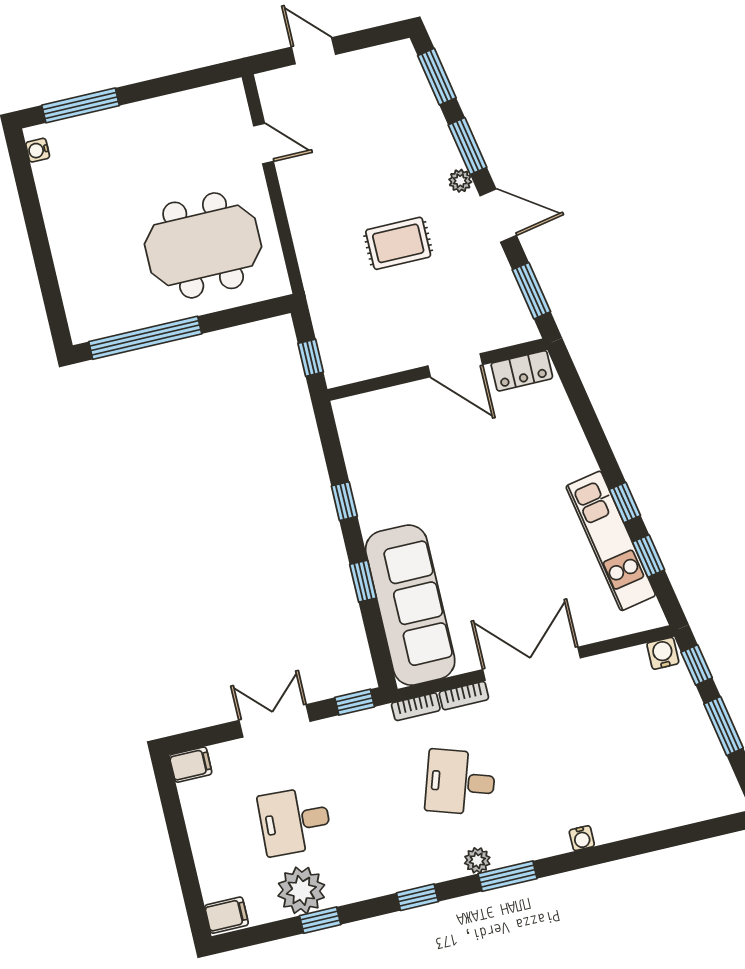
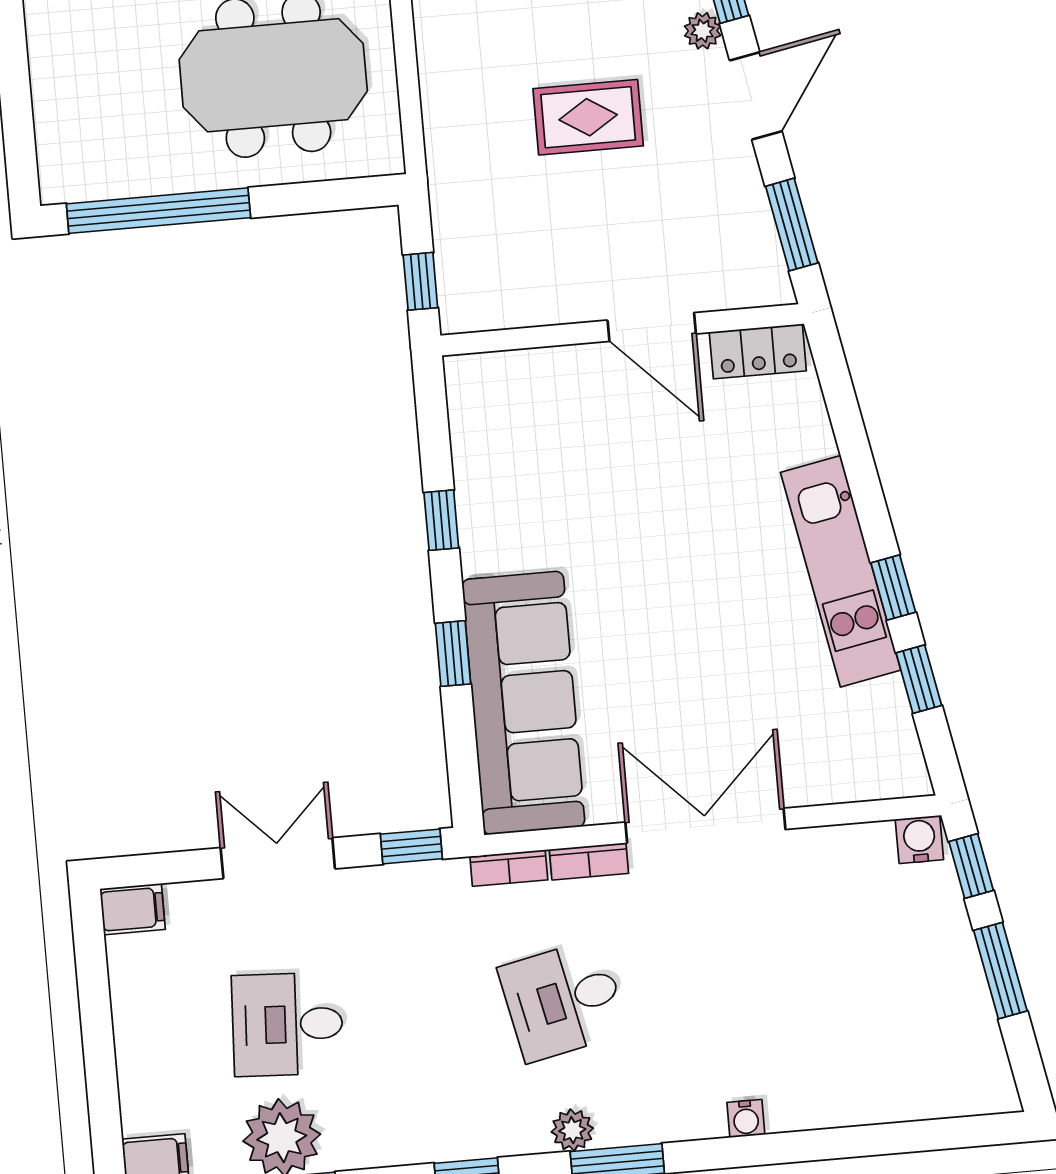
door: (498, 216) -> (756, 96), hinge flipped
kitchen unit: (611, 541) -> (841, 571), moved
desk: (460, 782) -> (563, 1000), turned -30

